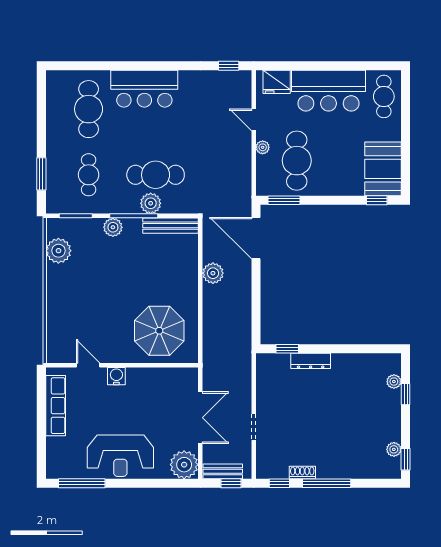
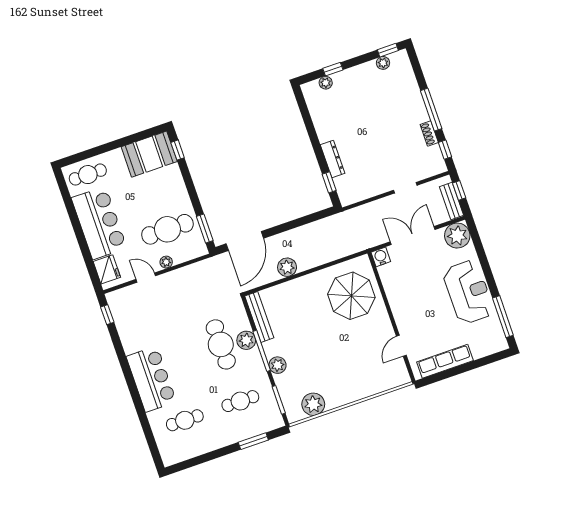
cafe table: (89, 109) -> (185, 420), width x0.73, depth x0.74
door: (254, 120) -> (146, 278), swing flipped
water cooler: (116, 376) -> (381, 257), moved, turned 90

